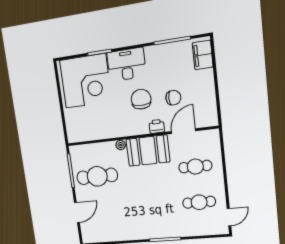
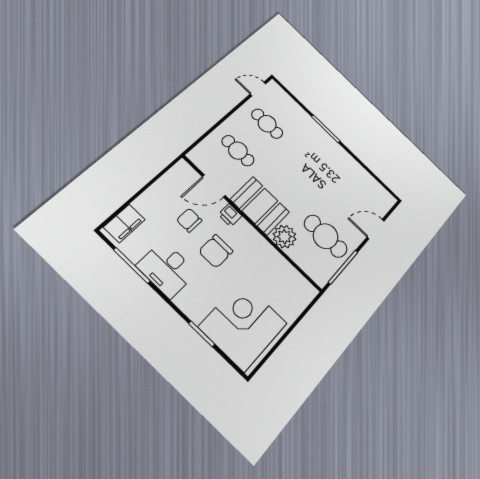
desk: (126, 64) -> (167, 269), moved
plant: (121, 145) -> (284, 237), width x1.87, depth x1.87

